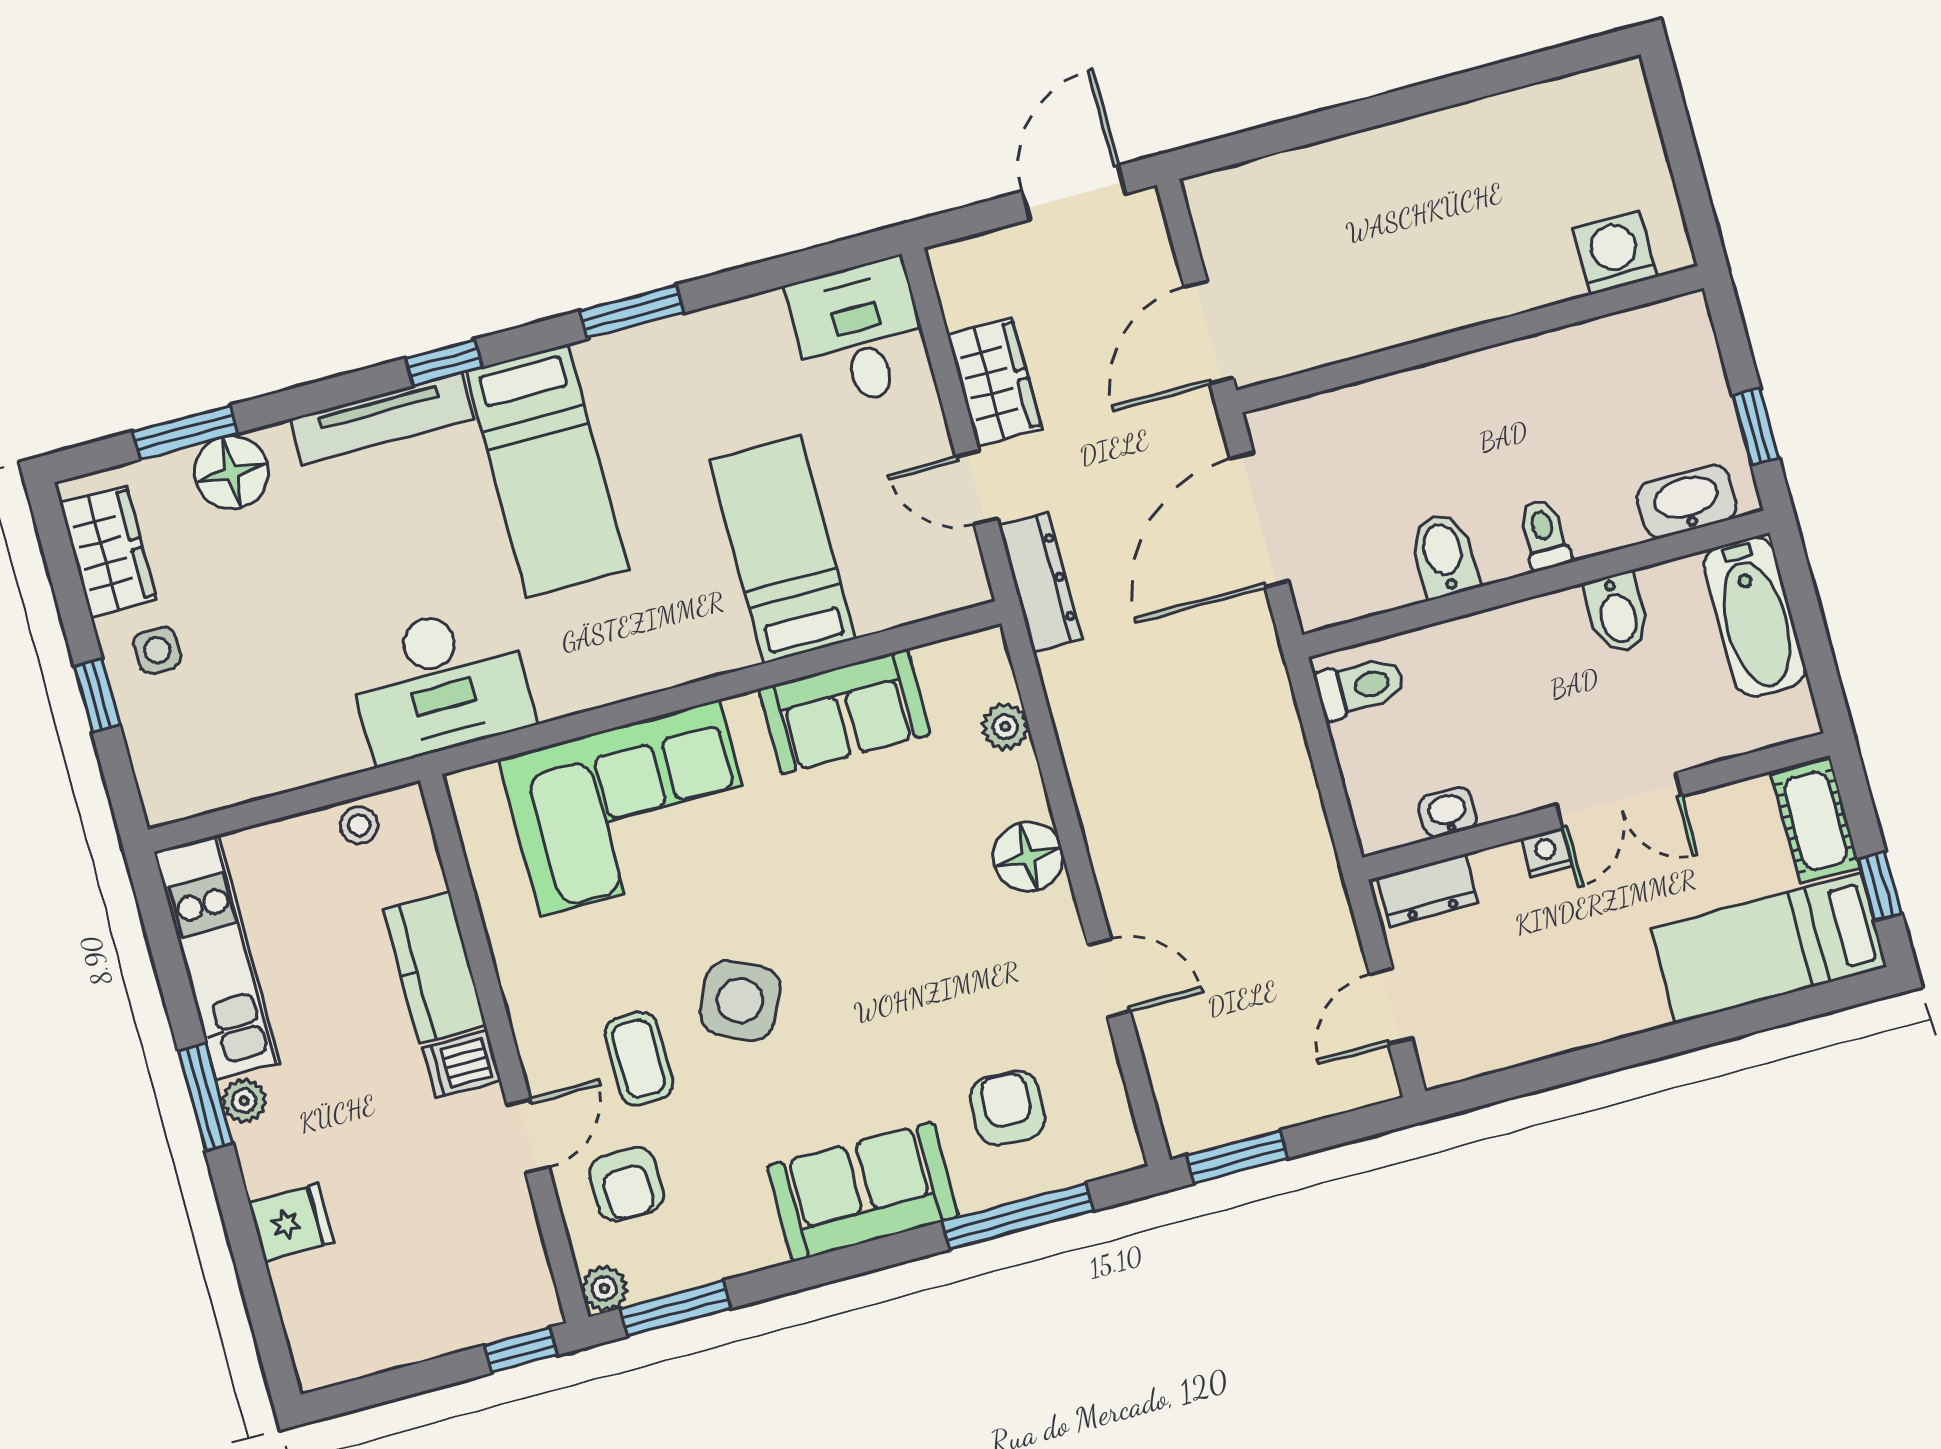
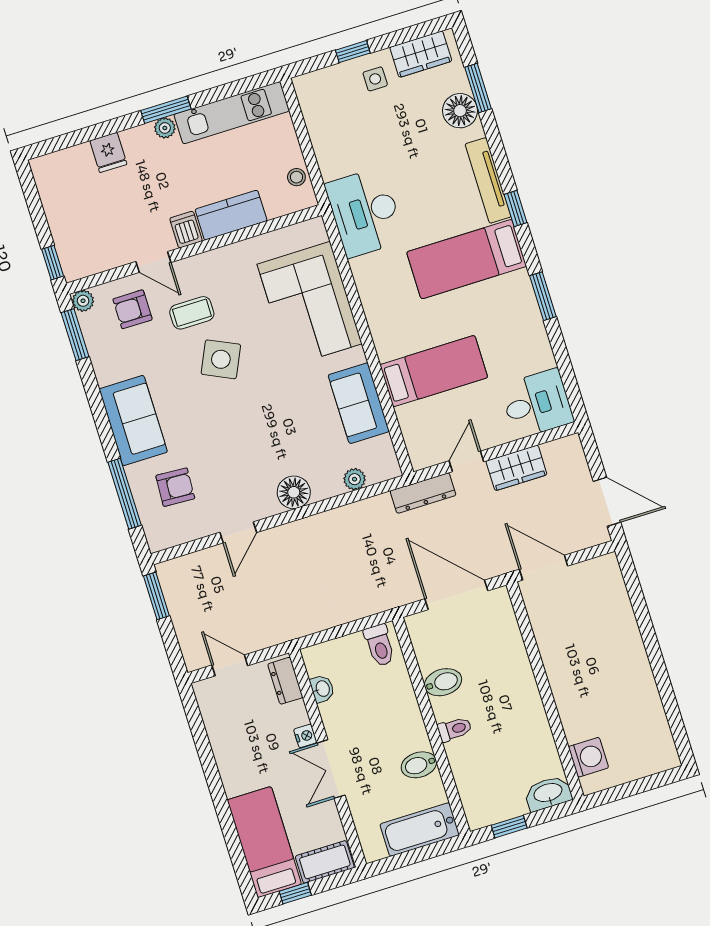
washbasin: (1687, 501) -> (548, 793), moved, turned -90

